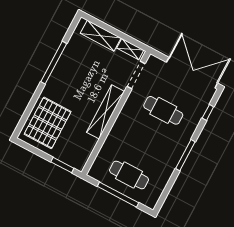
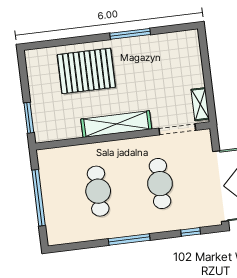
shelving: (101, 36) -> (193, 63), removed
window: (54, 63) -> (130, 34), width x0.68
pallet: (48, 123) -> (86, 71), moved
cafe table: (129, 175) -> (98, 191), moved

